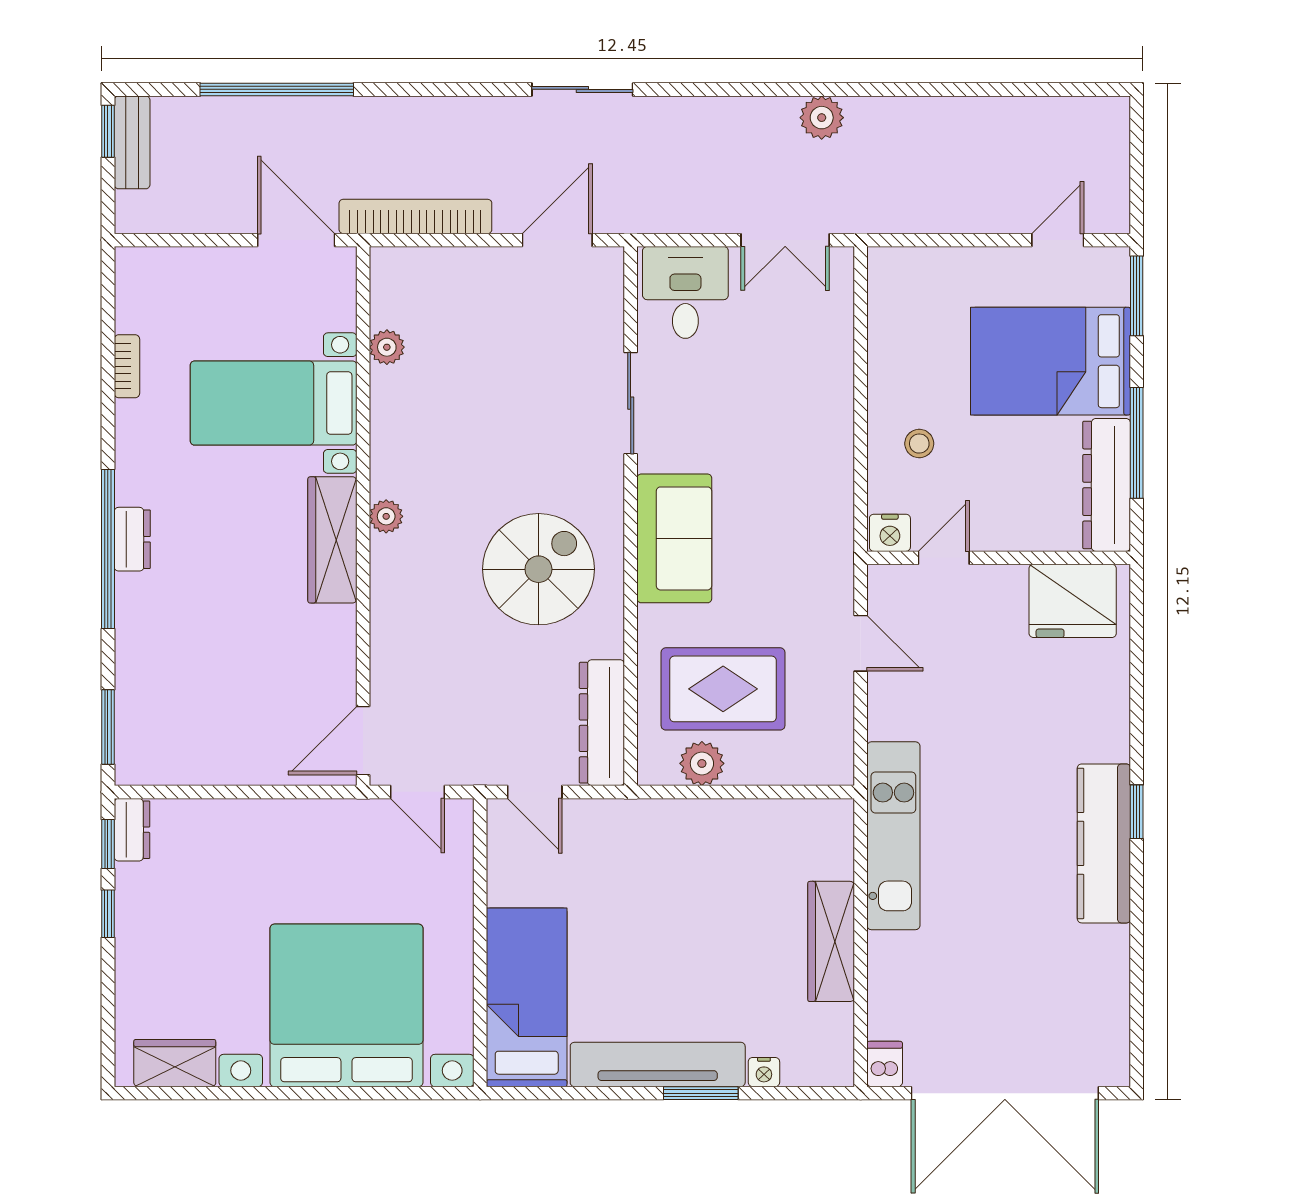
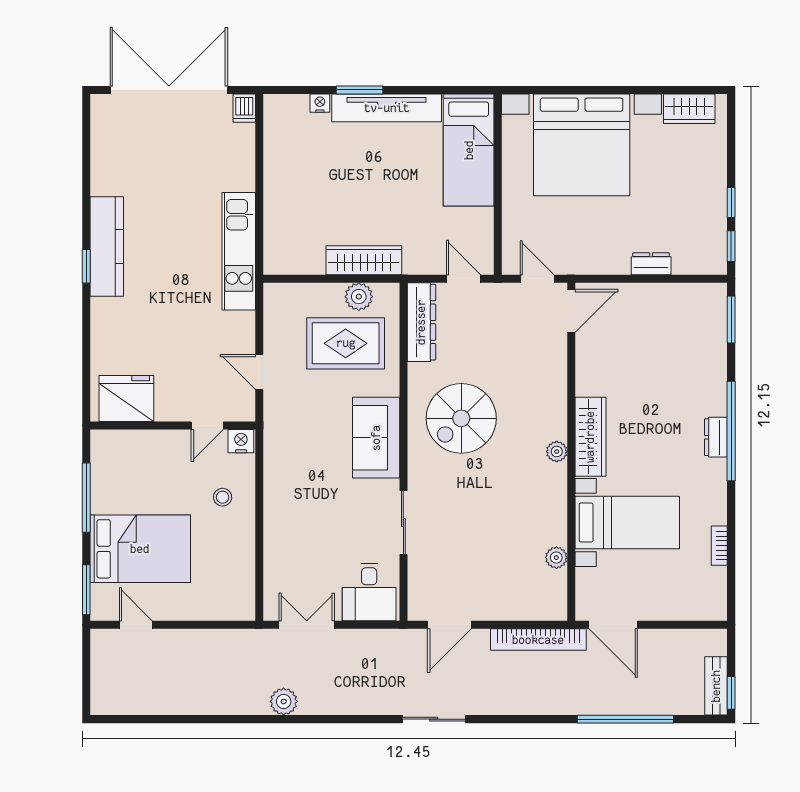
door: (1058, 240) -> (136, 625), swing flipped
dresser: (1107, 485) -> (105, 471), removed
dresser: (132, 830) -> (651, 264), moved, turned 90
wardrobe: (831, 941) -> (364, 260), moved, turned -90

